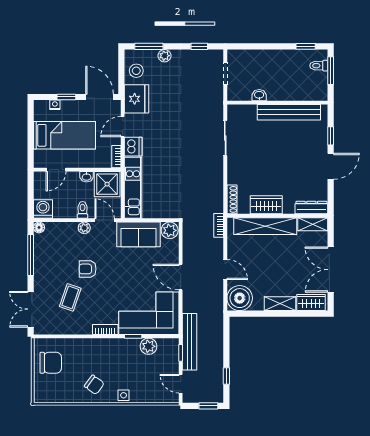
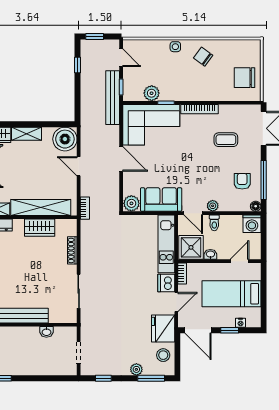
shoe rack: (232, 199) -> (72, 250), moved
armchair: (88, 269) -> (242, 181), moved, turned -90
coffee table: (70, 297) -> (226, 140), turned 71
bookcase: (105, 329) -> (199, 109), width x1.56

